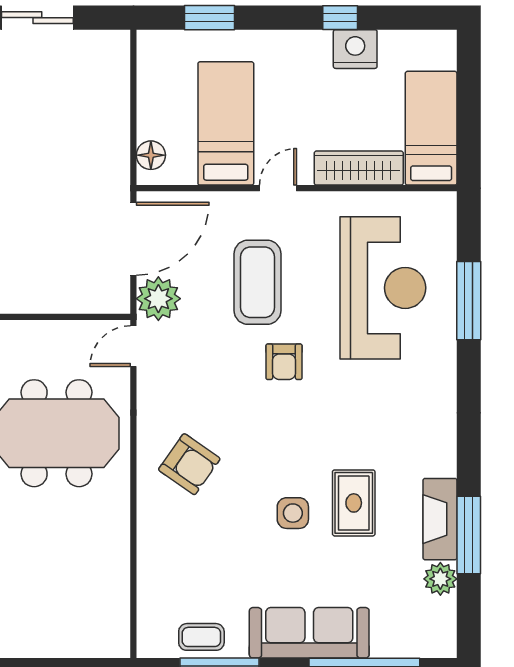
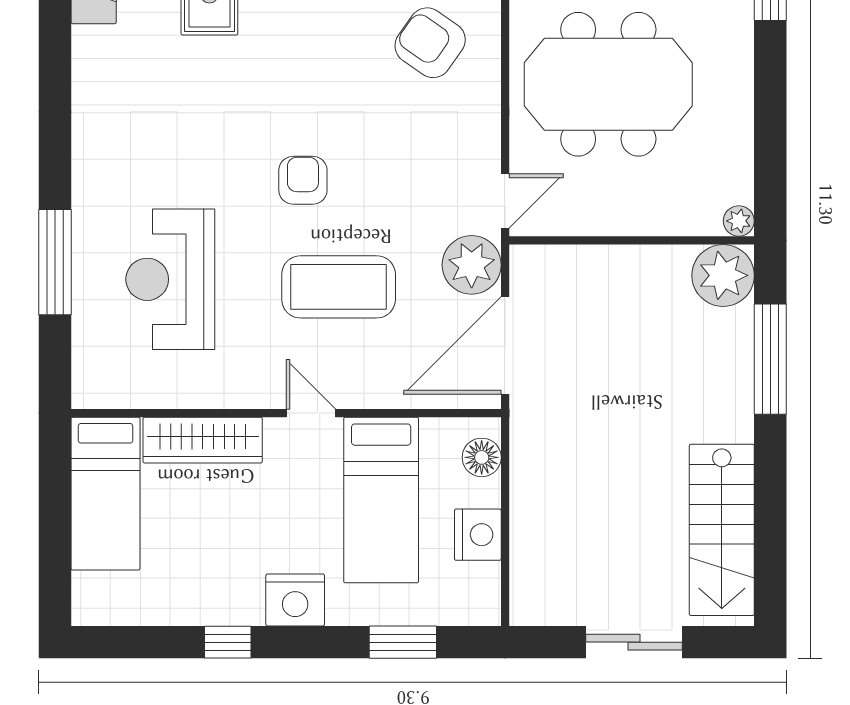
nightstand: (355, 49) -> (295, 600), moved
nightstand: (154, 98) -> (478, 535), added
door: (278, 188) -> (311, 413), swing flipped
coffee table: (257, 282) -> (339, 287), turned 90
reception desk: (383, 288) -> (170, 279), width x0.74, depth x0.77

